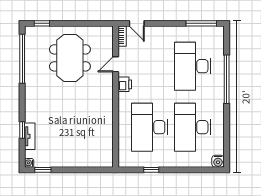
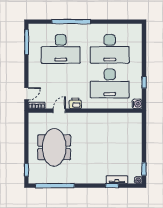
meeting table: (70, 58) -> (54, 147), turned 90
door: (116, 64) -> (59, 111), swing flipped
water cooler: (218, 161) -> (137, 104), moved

